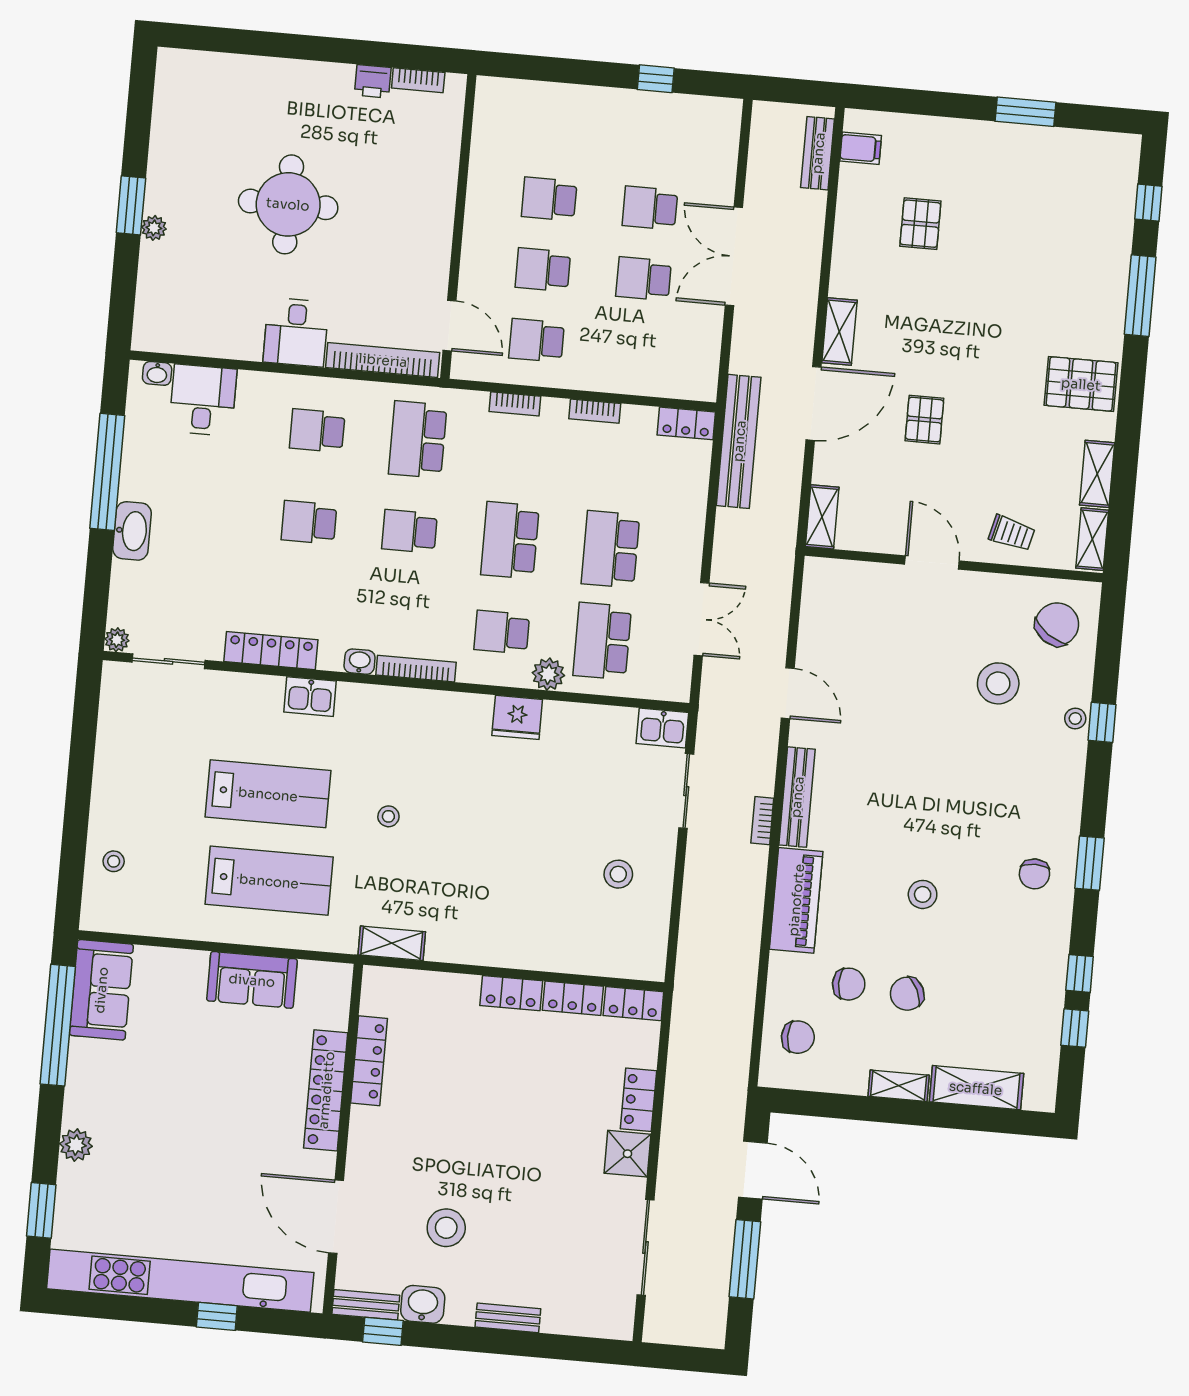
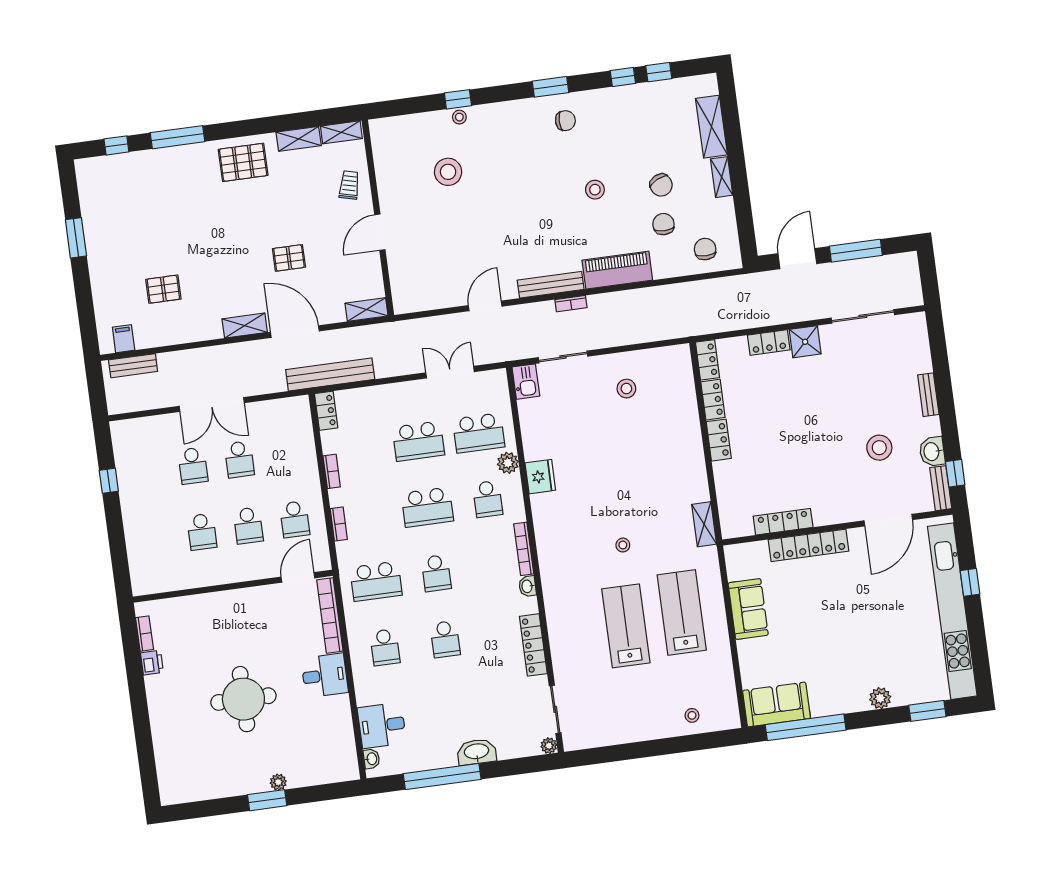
pallet: (1081, 384) -> (243, 162), turned 90
chair: (1057, 624) -> (401, 143), removed
kitchen sink: (310, 697) -> (557, 613), removed

